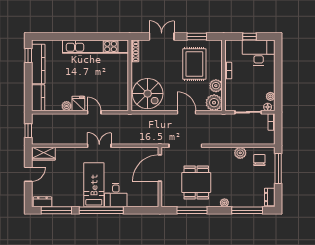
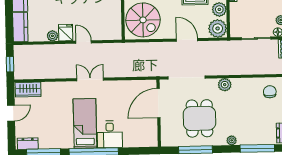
plant: (240, 153) -> (225, 85), moved

